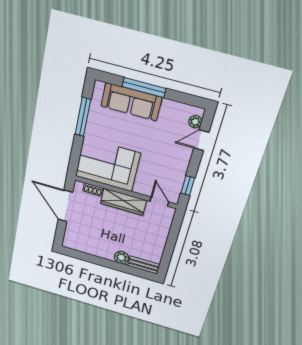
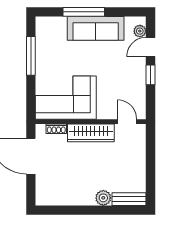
sofa: (131, 102) -> (96, 28), moved
window: (188, 186) -> (150, 75), moved

